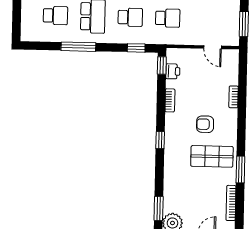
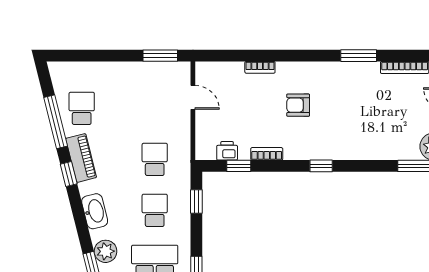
door: (213, 47) -> (193, 97), hinge flipped
window: (162, 66) -> (239, 166), moved
armchair: (205, 124) -> (298, 105), turned 90
shop shelf: (212, 156) -> (342, 95), removed

